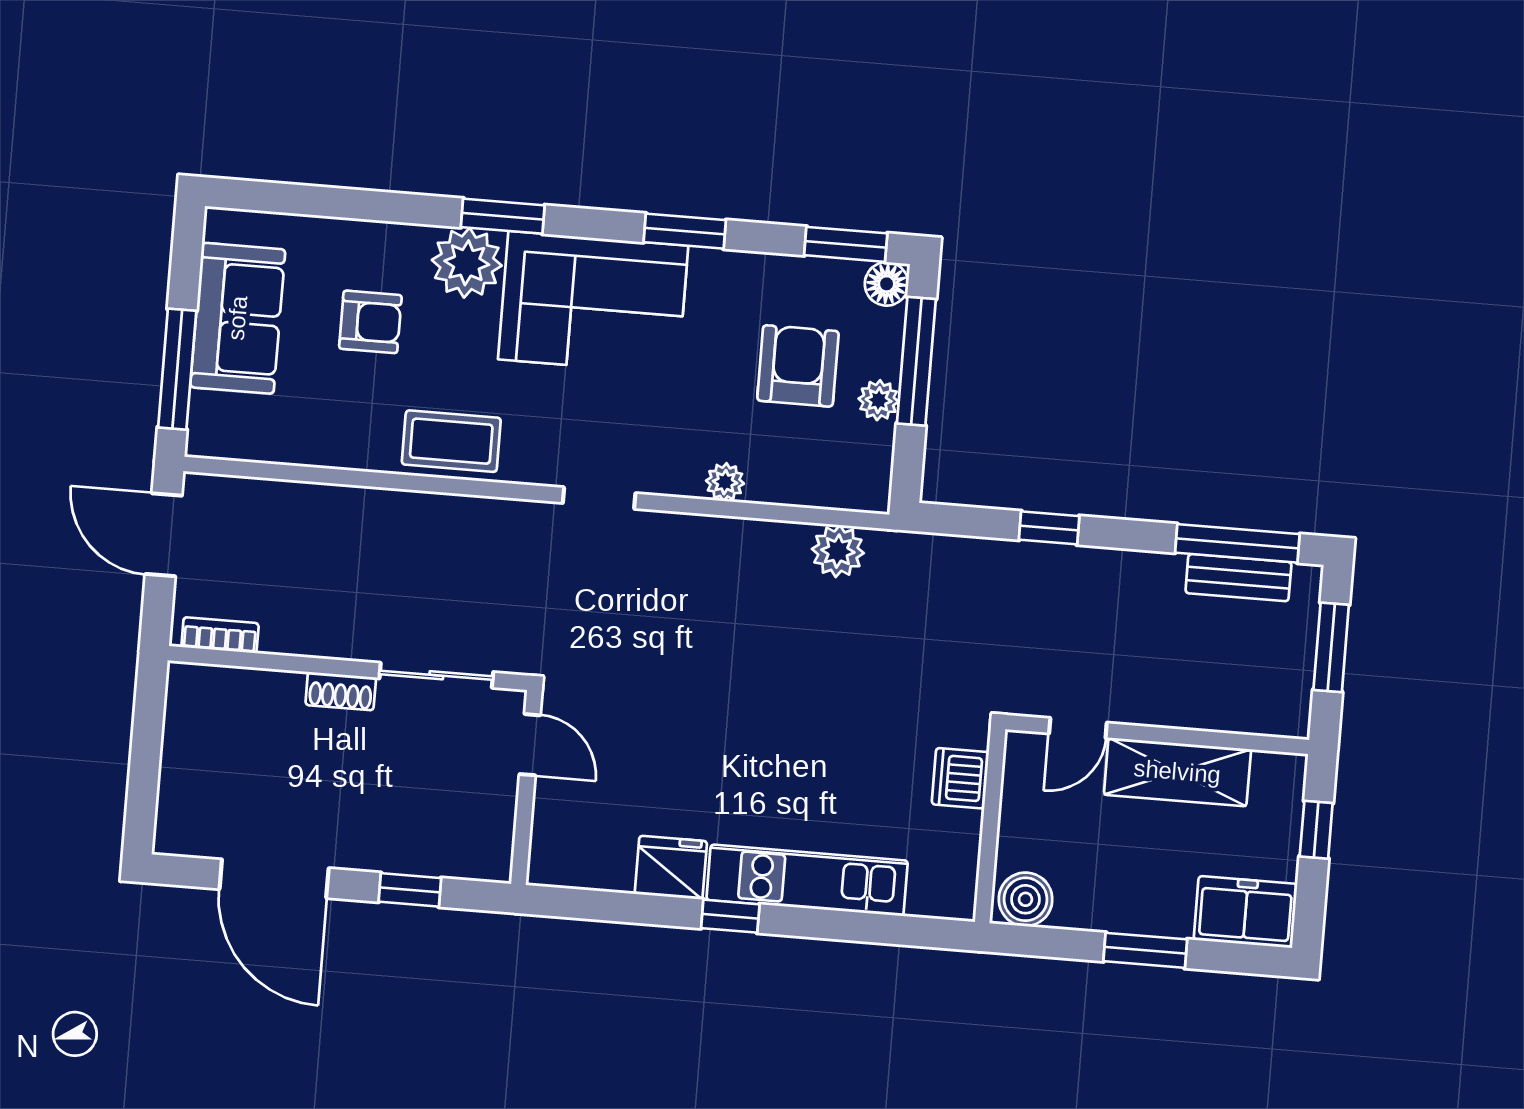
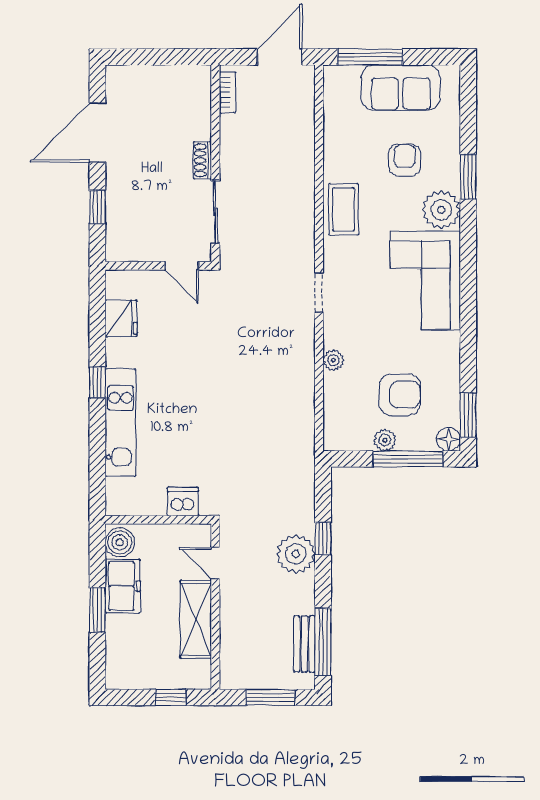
window: (503, 216) -> (468, 177), moved
window: (685, 231) -> (468, 327), removed
armchair: (370, 322) -> (405, 160), turned 180
plant: (838, 551) -> (296, 554), moved, width x1.36, depth x1.36
door: (530, 745) -> (182, 266), hinge flipped
fridge: (671, 868) -> (121, 319), moved
freezer: (1245, 912) -> (123, 586), moved

